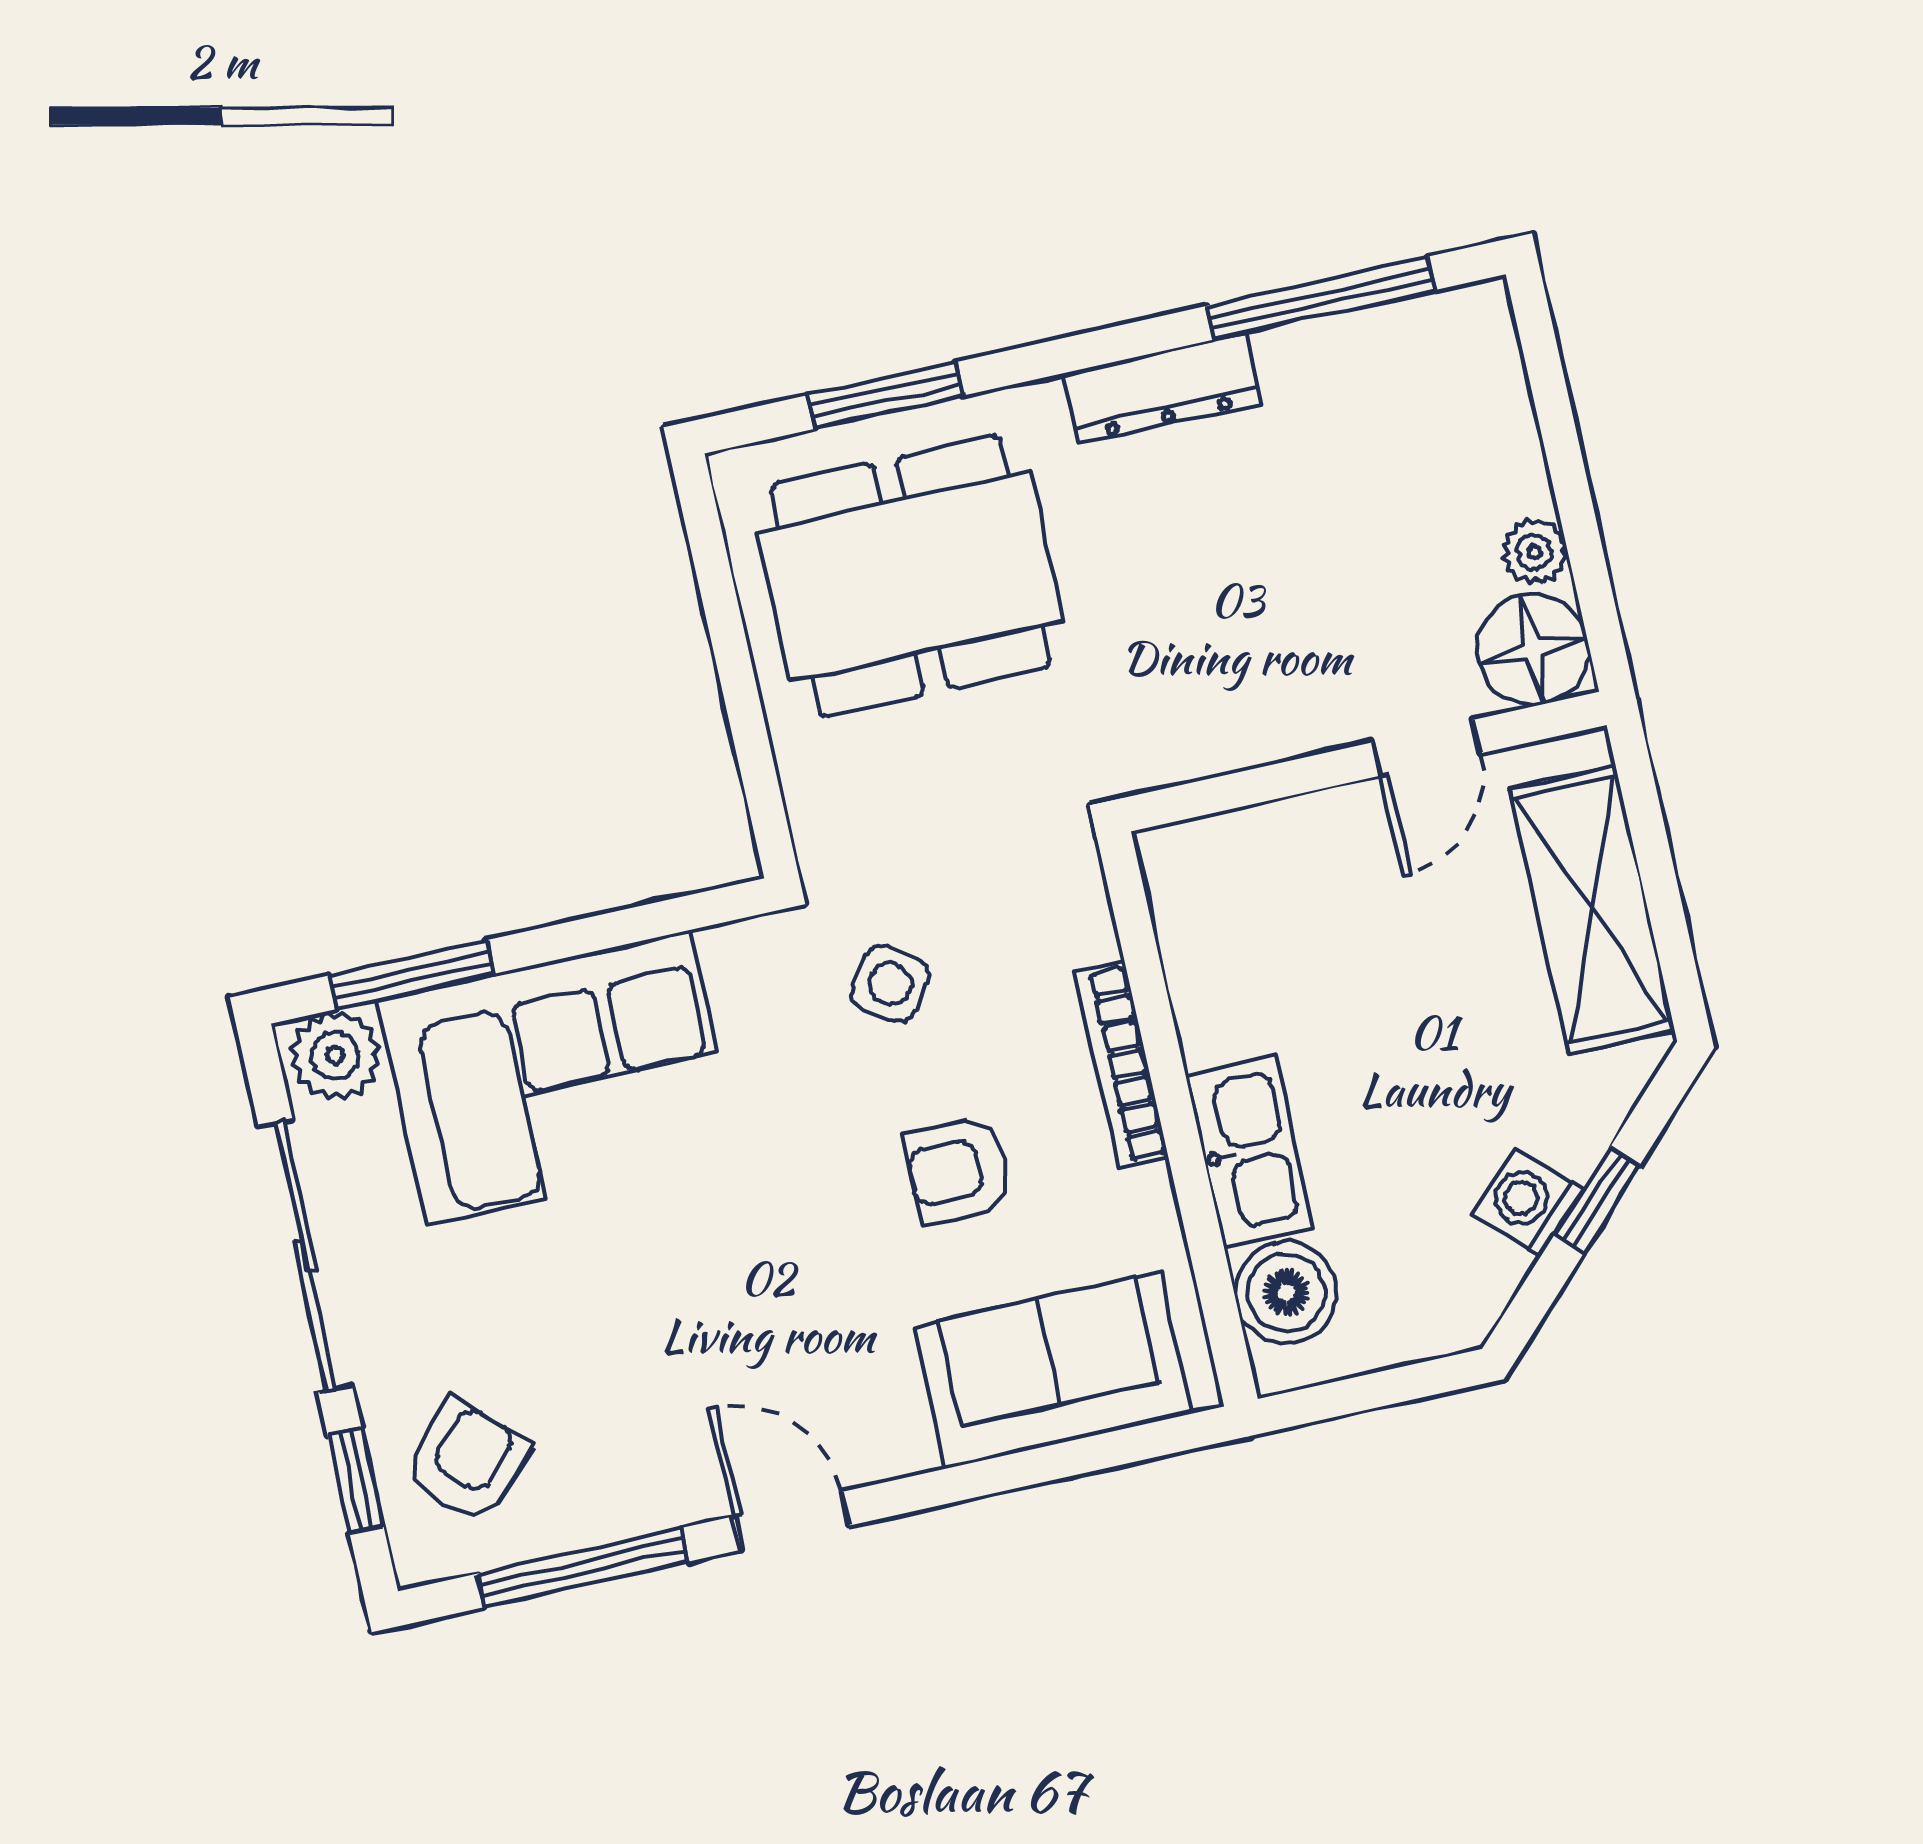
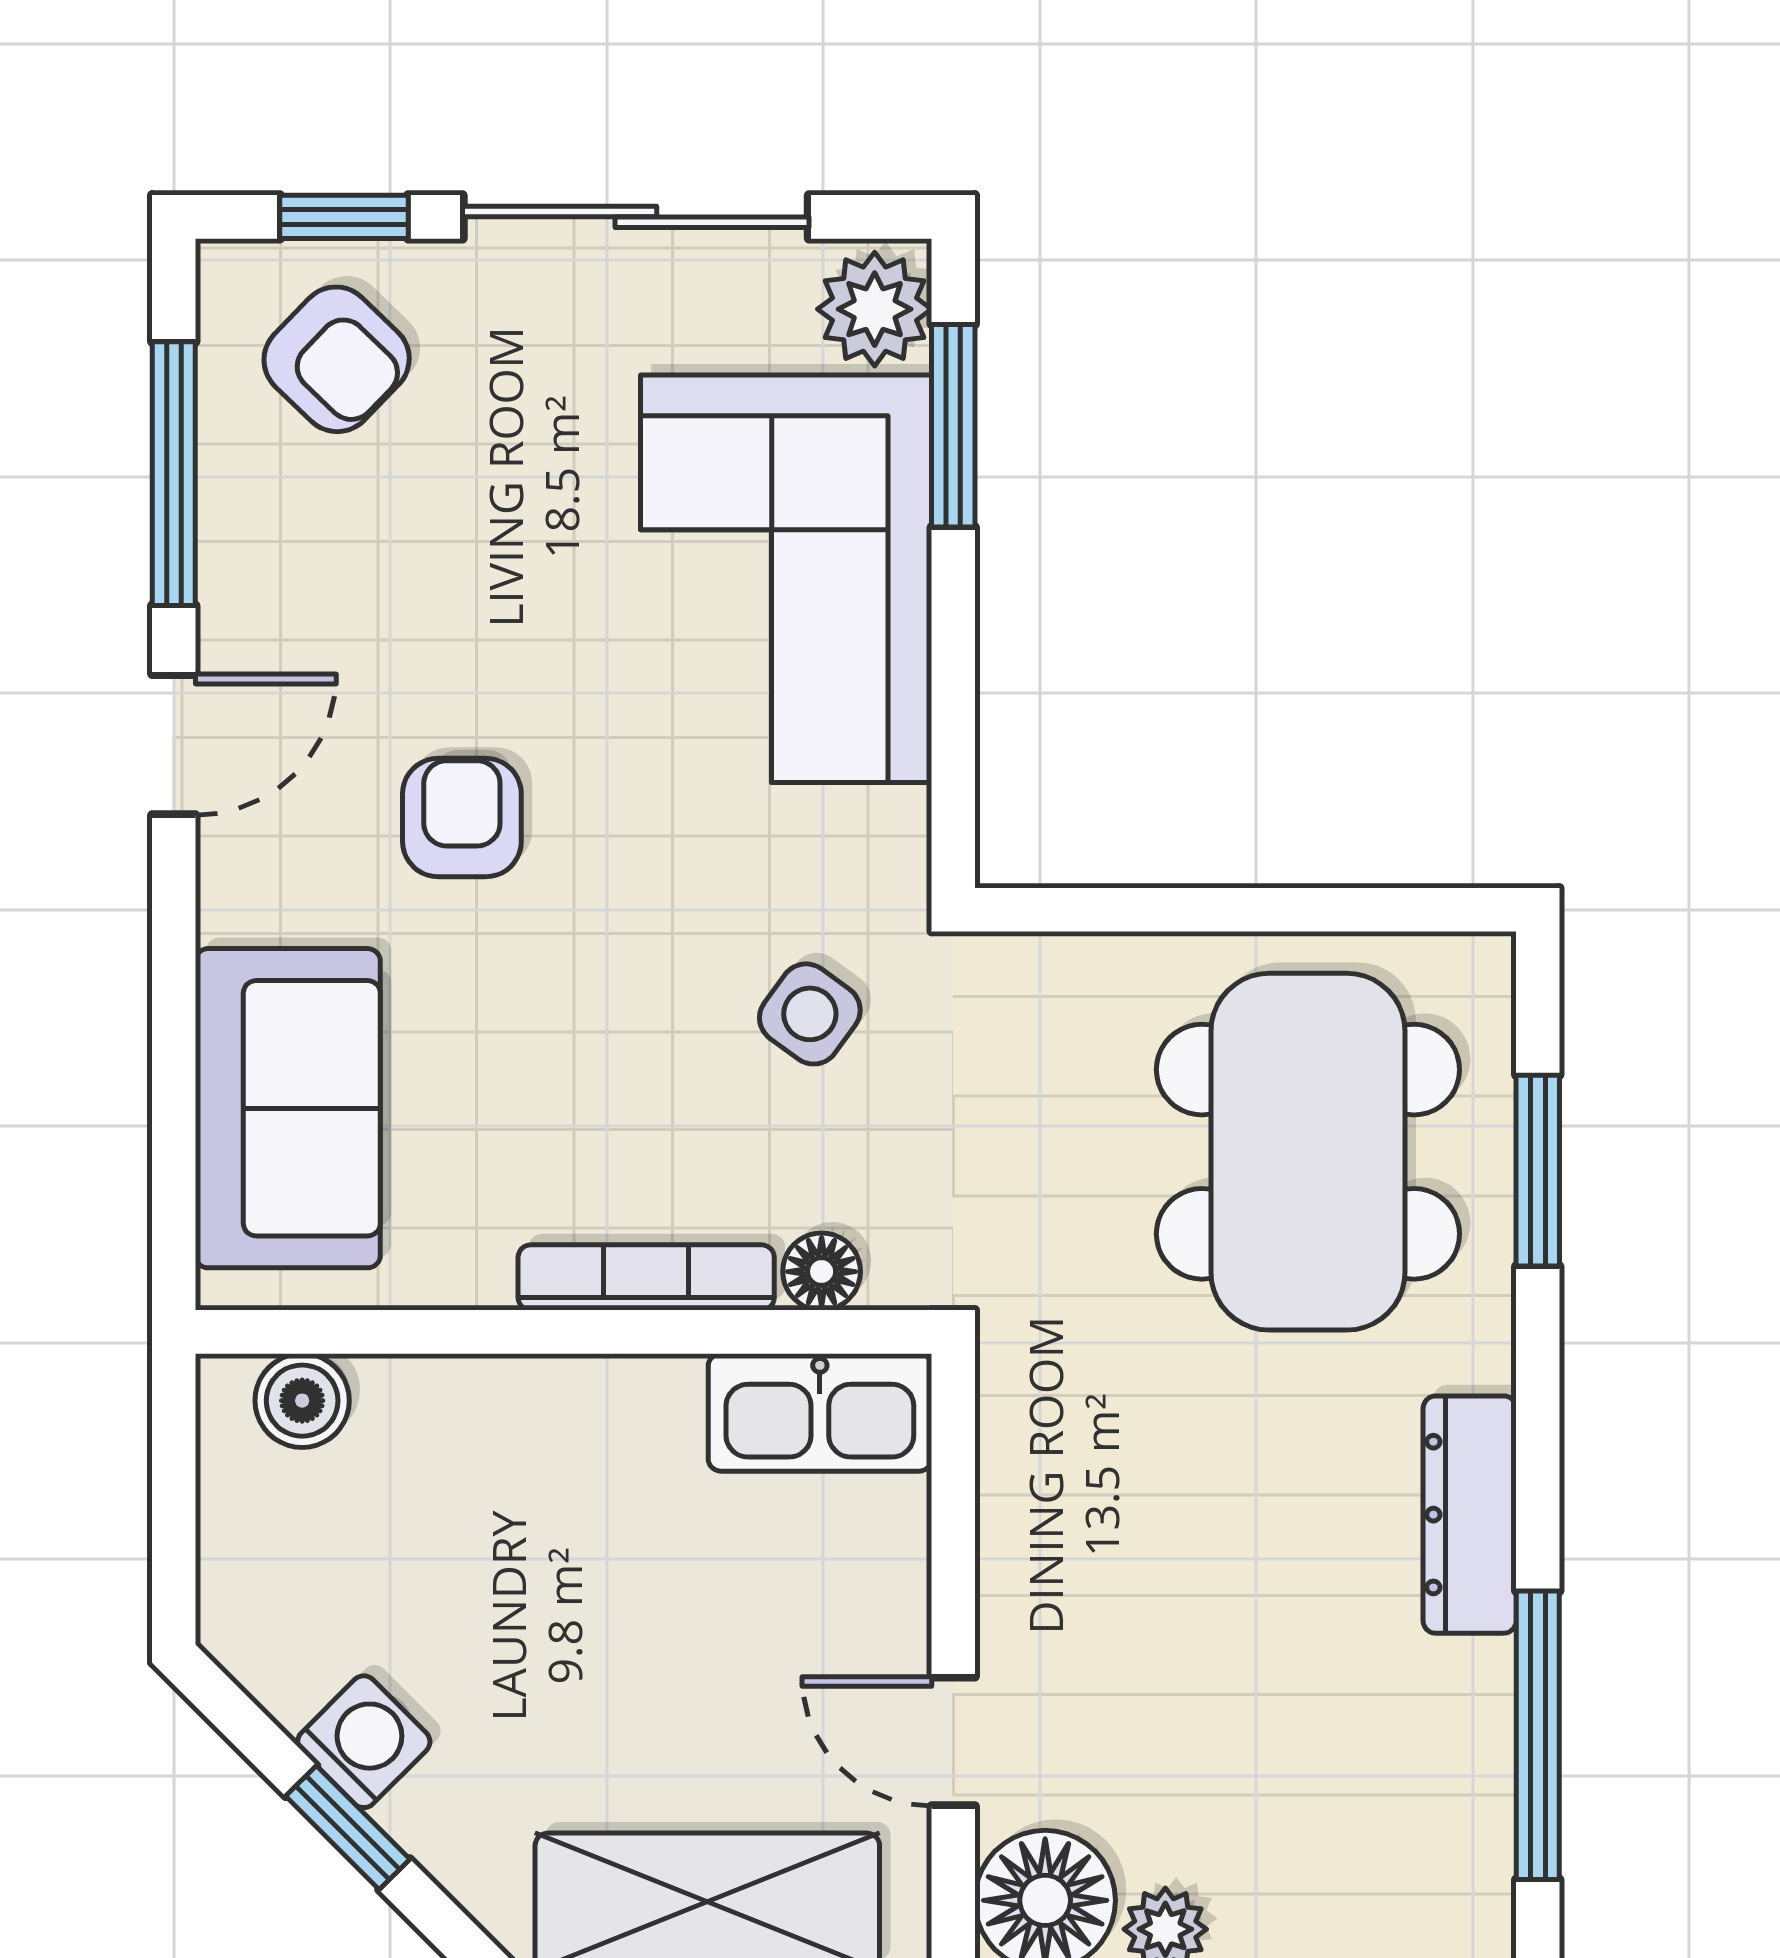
floor lamp: (1087, 930) -> (822, 1272), added
kitchen sink: (1250, 1151) -> (820, 1412), moved
armchair: (959, 1170) -> (462, 818), moved
boiler: (1286, 1293) -> (302, 1401), width x0.73, depth x0.73

